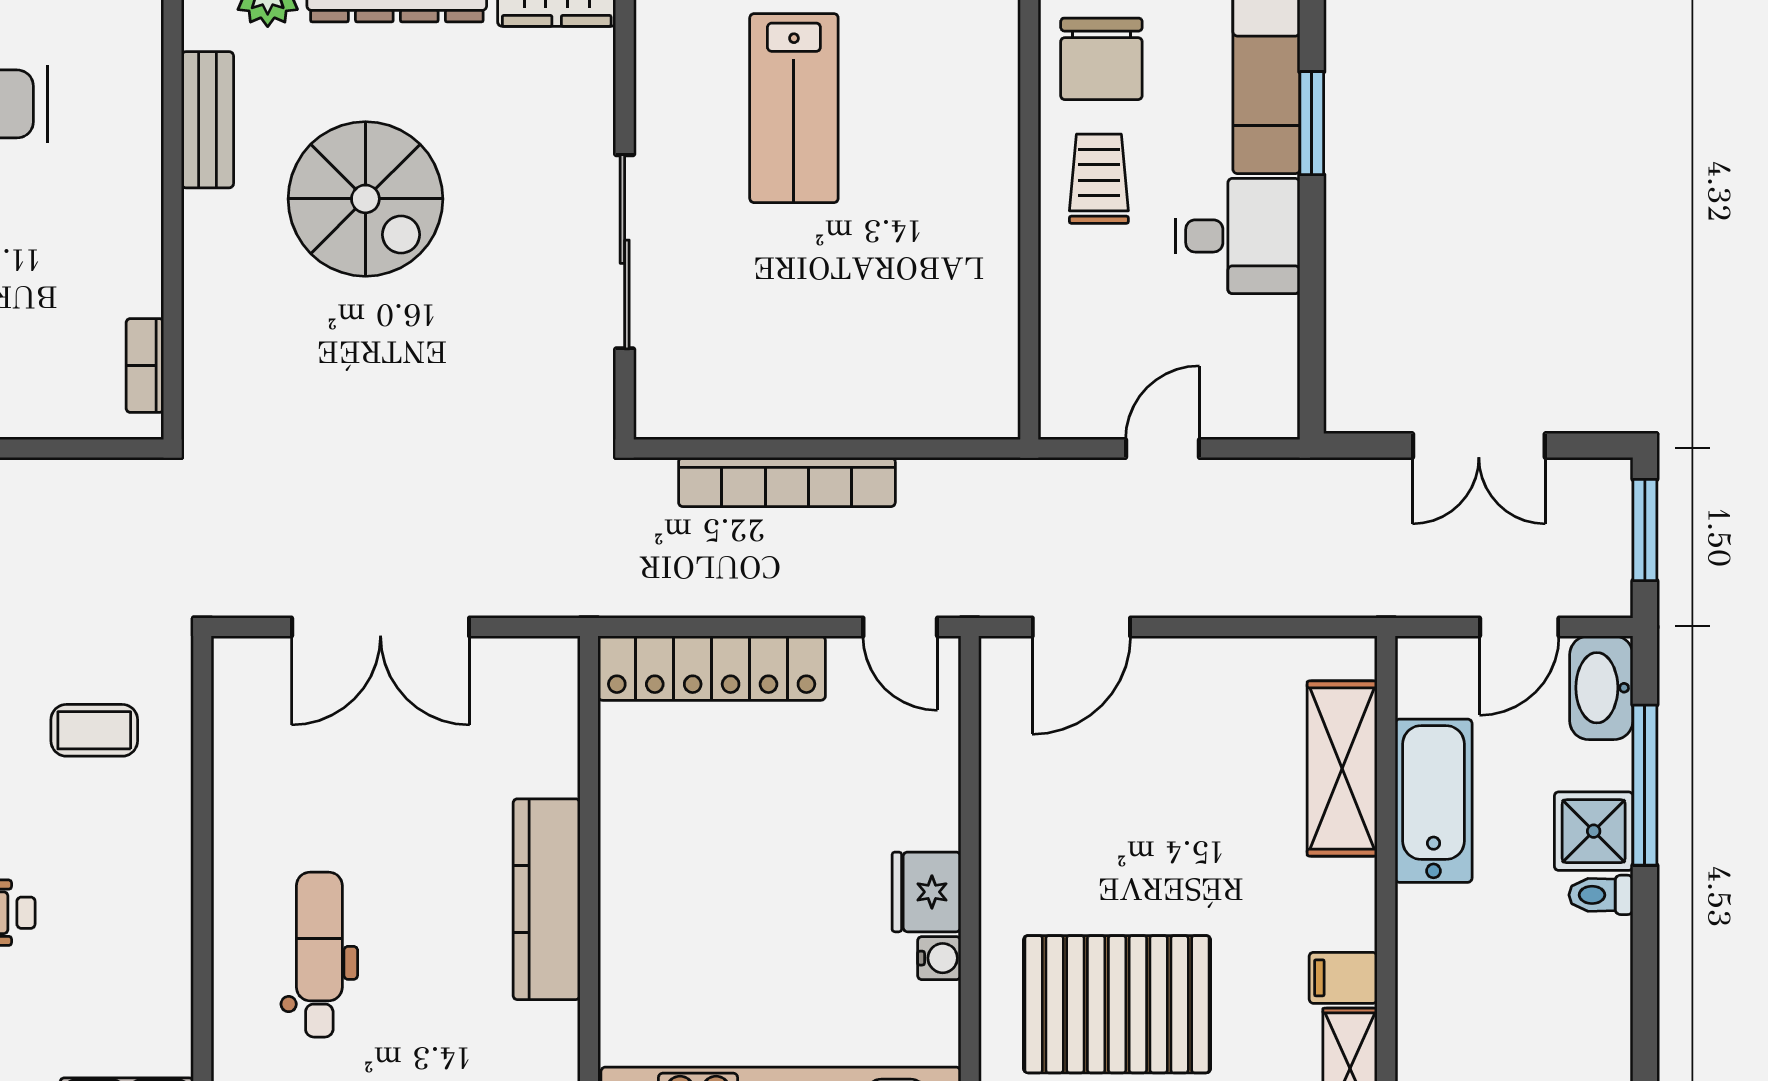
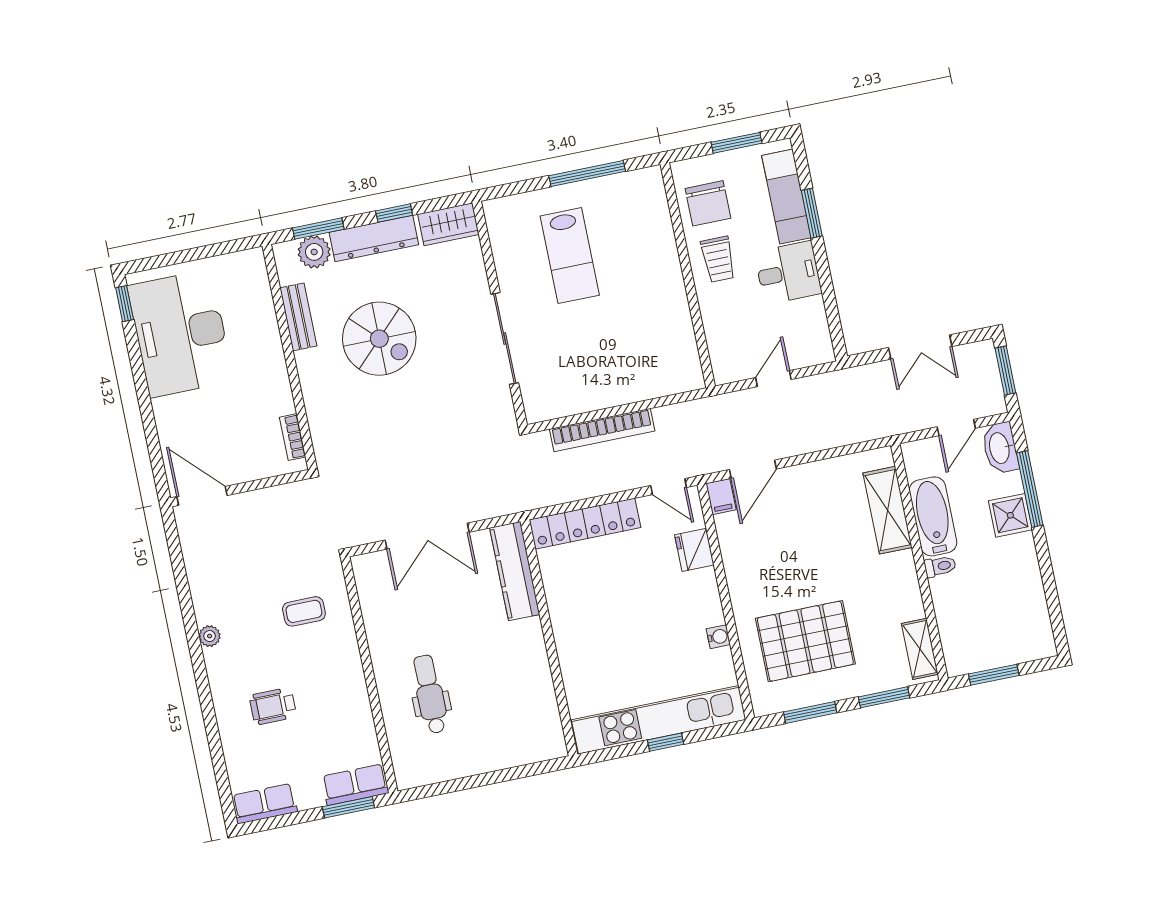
trolley: (1099, 179) -> (718, 259), turned 180
fridge: (926, 892) -> (694, 550), moved
toilet: (1601, 895) -> (940, 566), moved, turned 180
kitchen counter: (547, 899) -> (515, 571), moved
filing cabinet: (1343, 978) -> (721, 497), moved, turned -90

